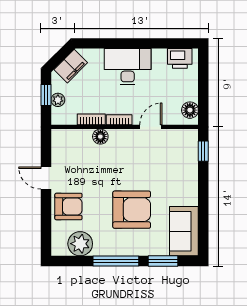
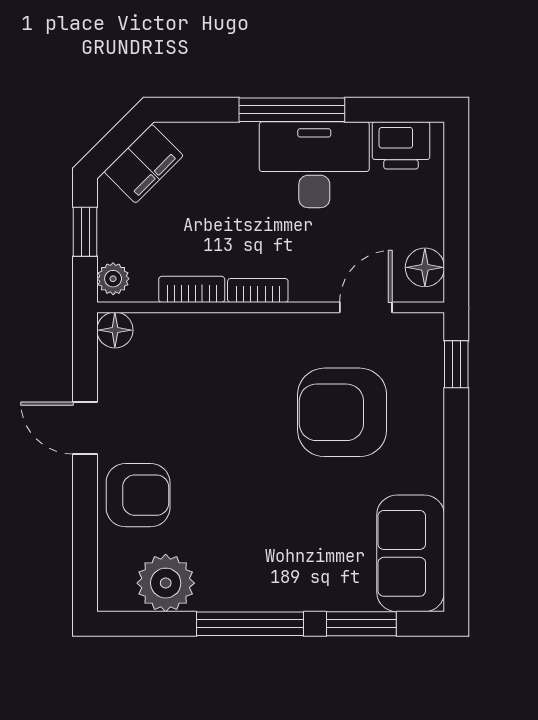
window: (134, 43) -> (292, 110), added
desk: (128, 67) -> (314, 165), moved
plant: (58, 100) -> (113, 279), moved
door: (151, 127) -> (366, 307), moved
floor lamp: (100, 137) -> (115, 330), moved
armchair: (132, 210) -> (342, 412), moved, turned 180

